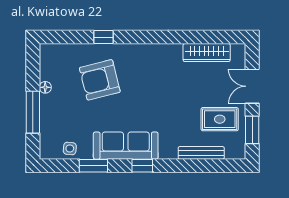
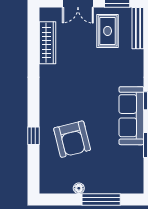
side table: (70, 148) -> (134, 166), removed
bench: (201, 153) -> (138, 28), moved

